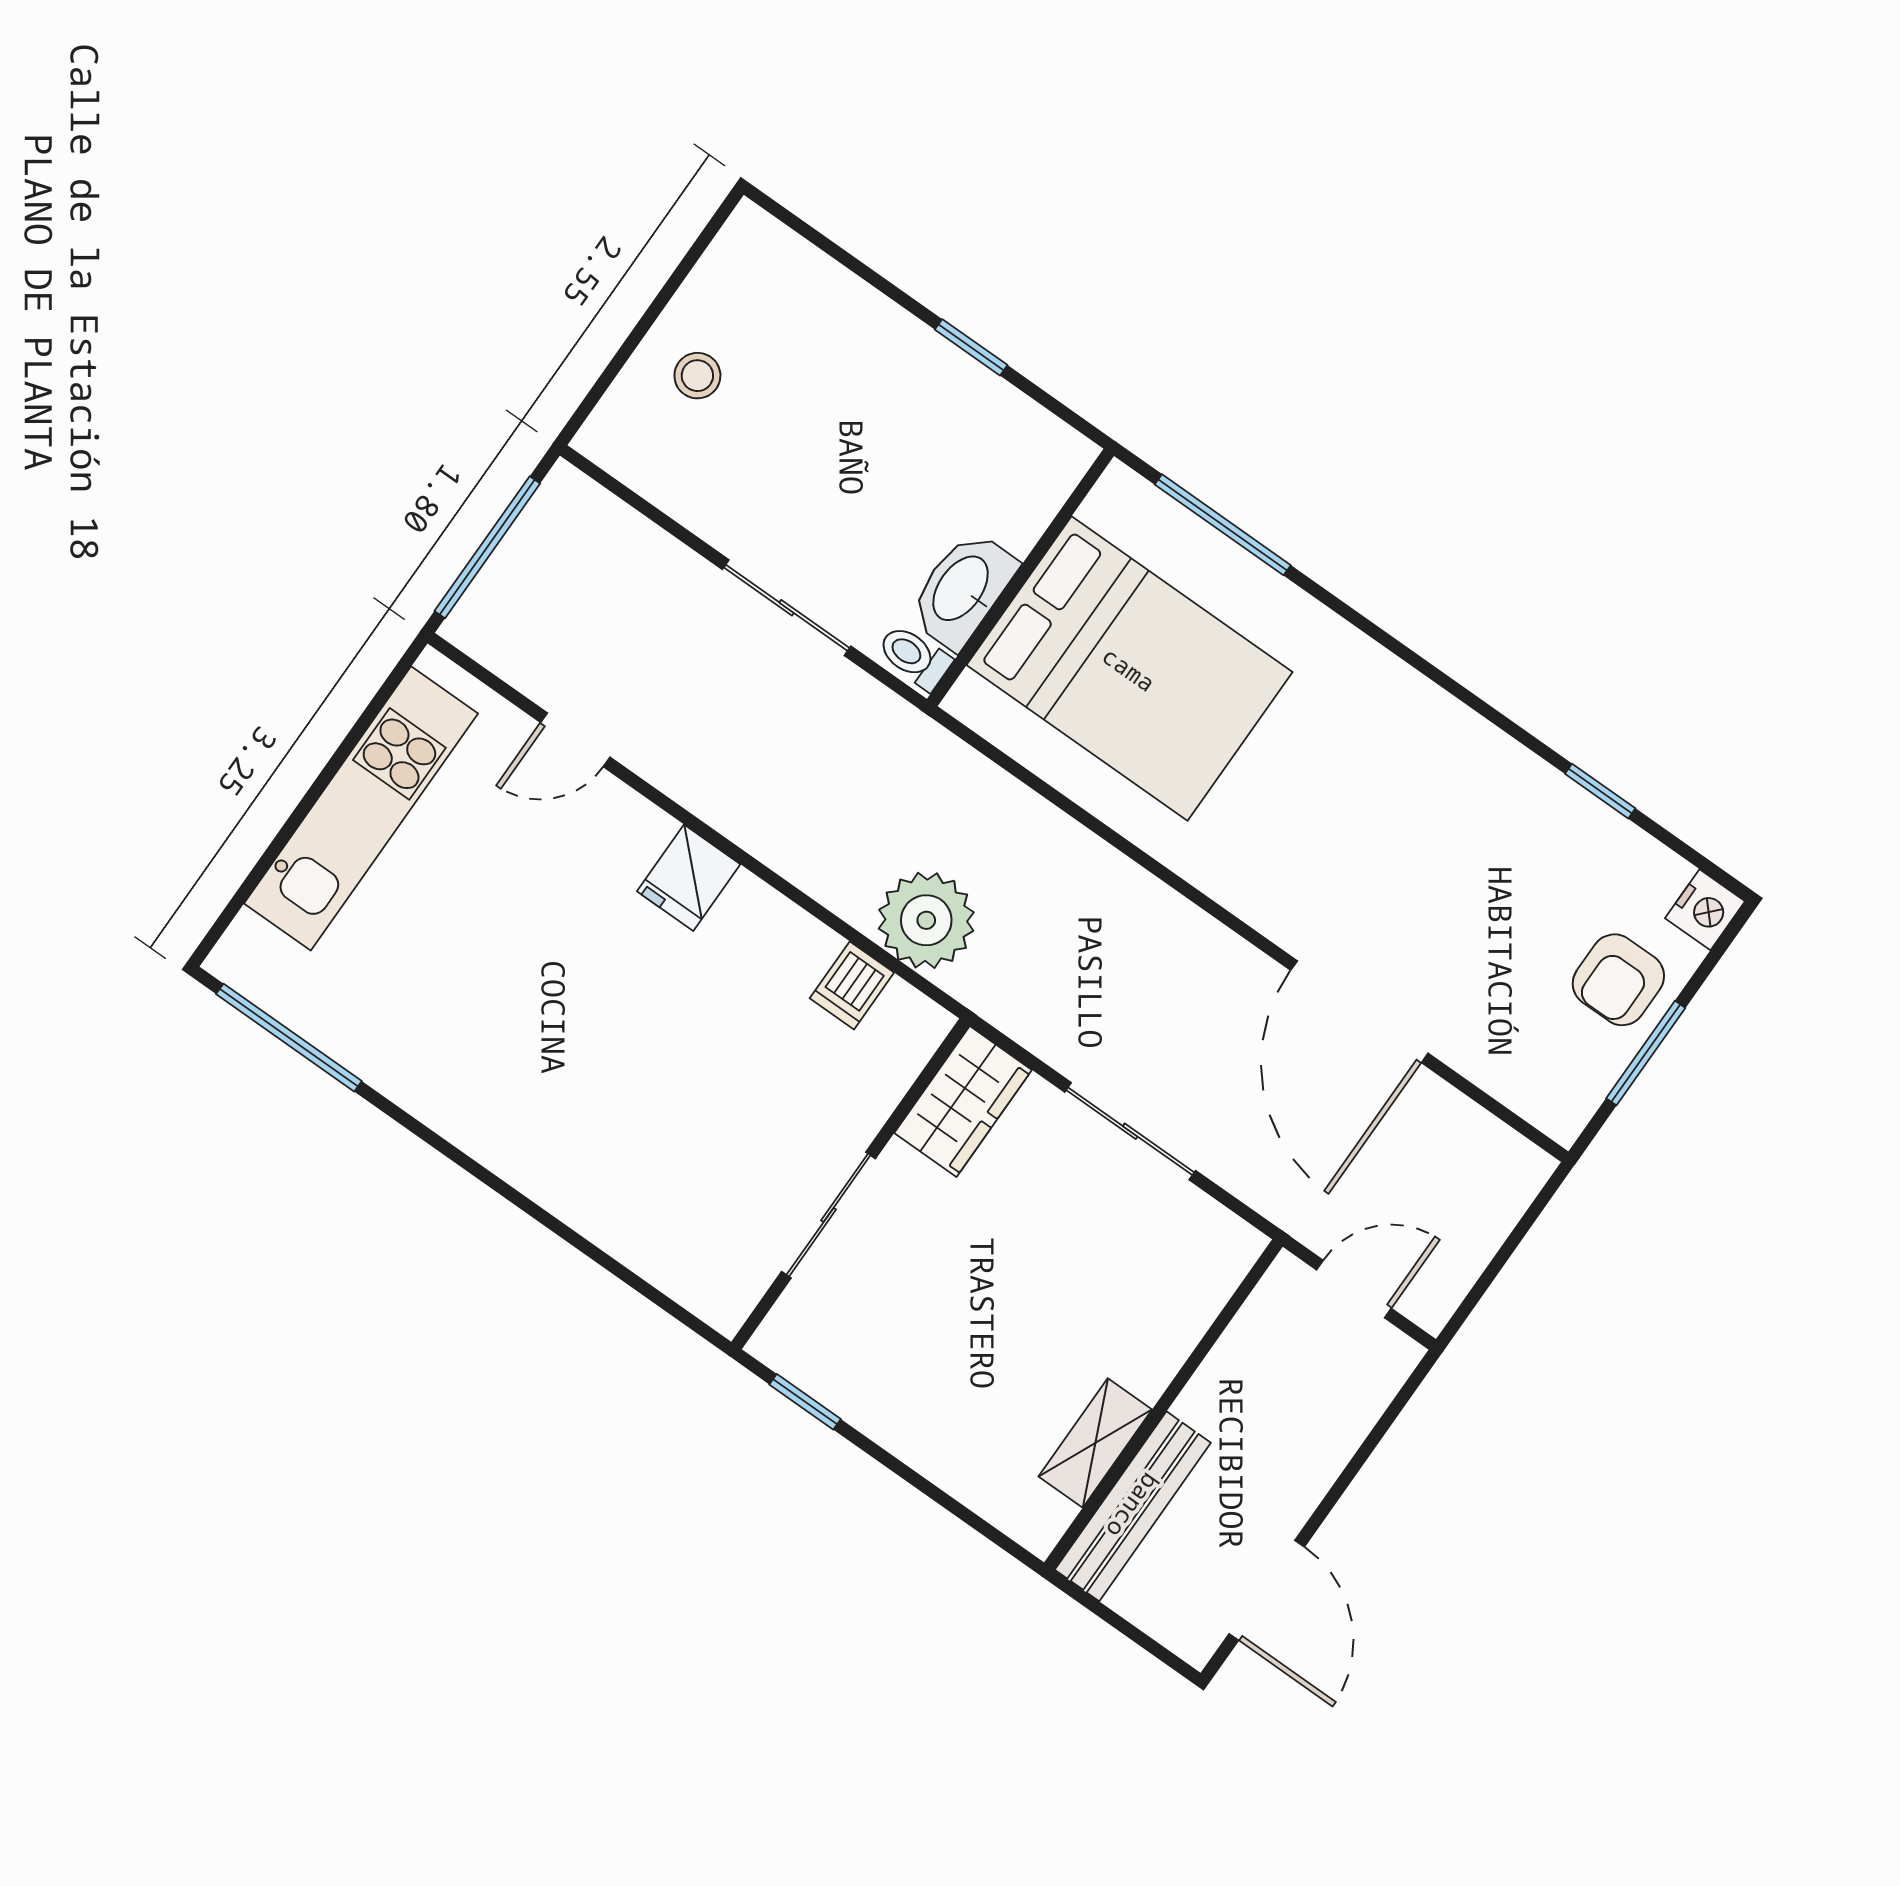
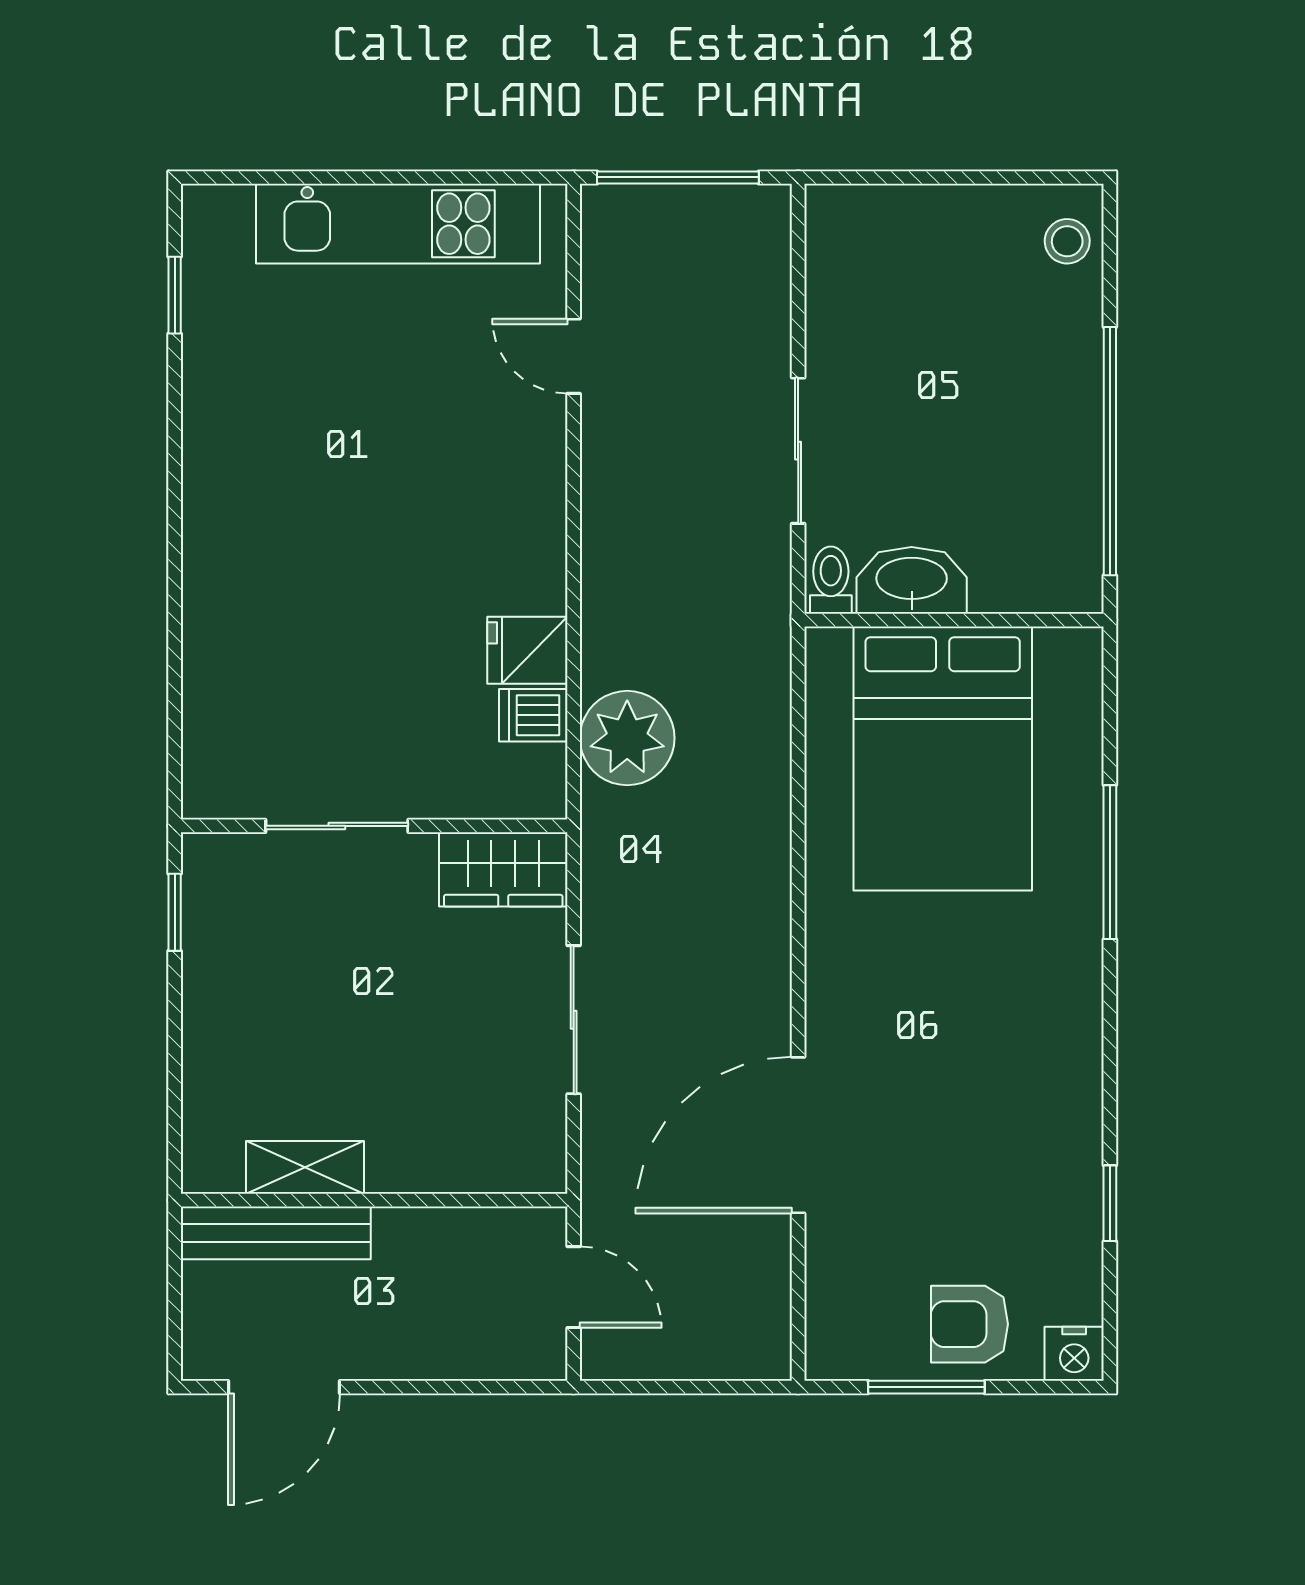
window: (971, 347) -> (1110, 451), width x3.17
stool: (697, 376) -> (1067, 241), moved
window: (1223, 525) -> (1110, 862), moved
fridge: (689, 878) -> (527, 650), moved
window: (289, 1038) -> (175, 295), width x0.46

